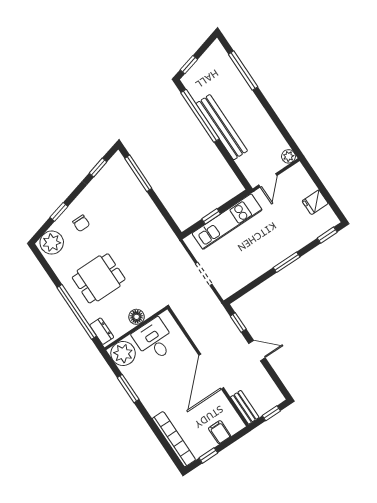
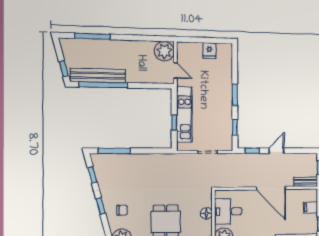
bench: (222, 127) -> (98, 76), moved
plant: (288, 156) -> (164, 51), width x1.88, depth x1.88
window: (59, 212) -> (101, 206), moved
window: (327, 235) -> (235, 127), moved

